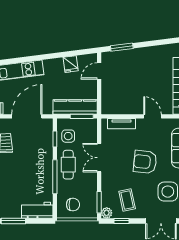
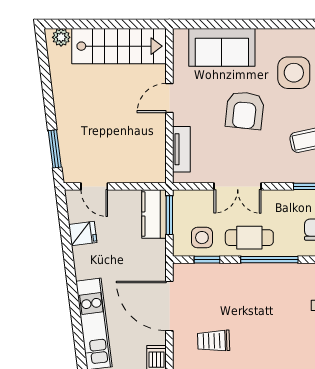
kitchen counter: (75, 107) -> (154, 214), width x0.67

